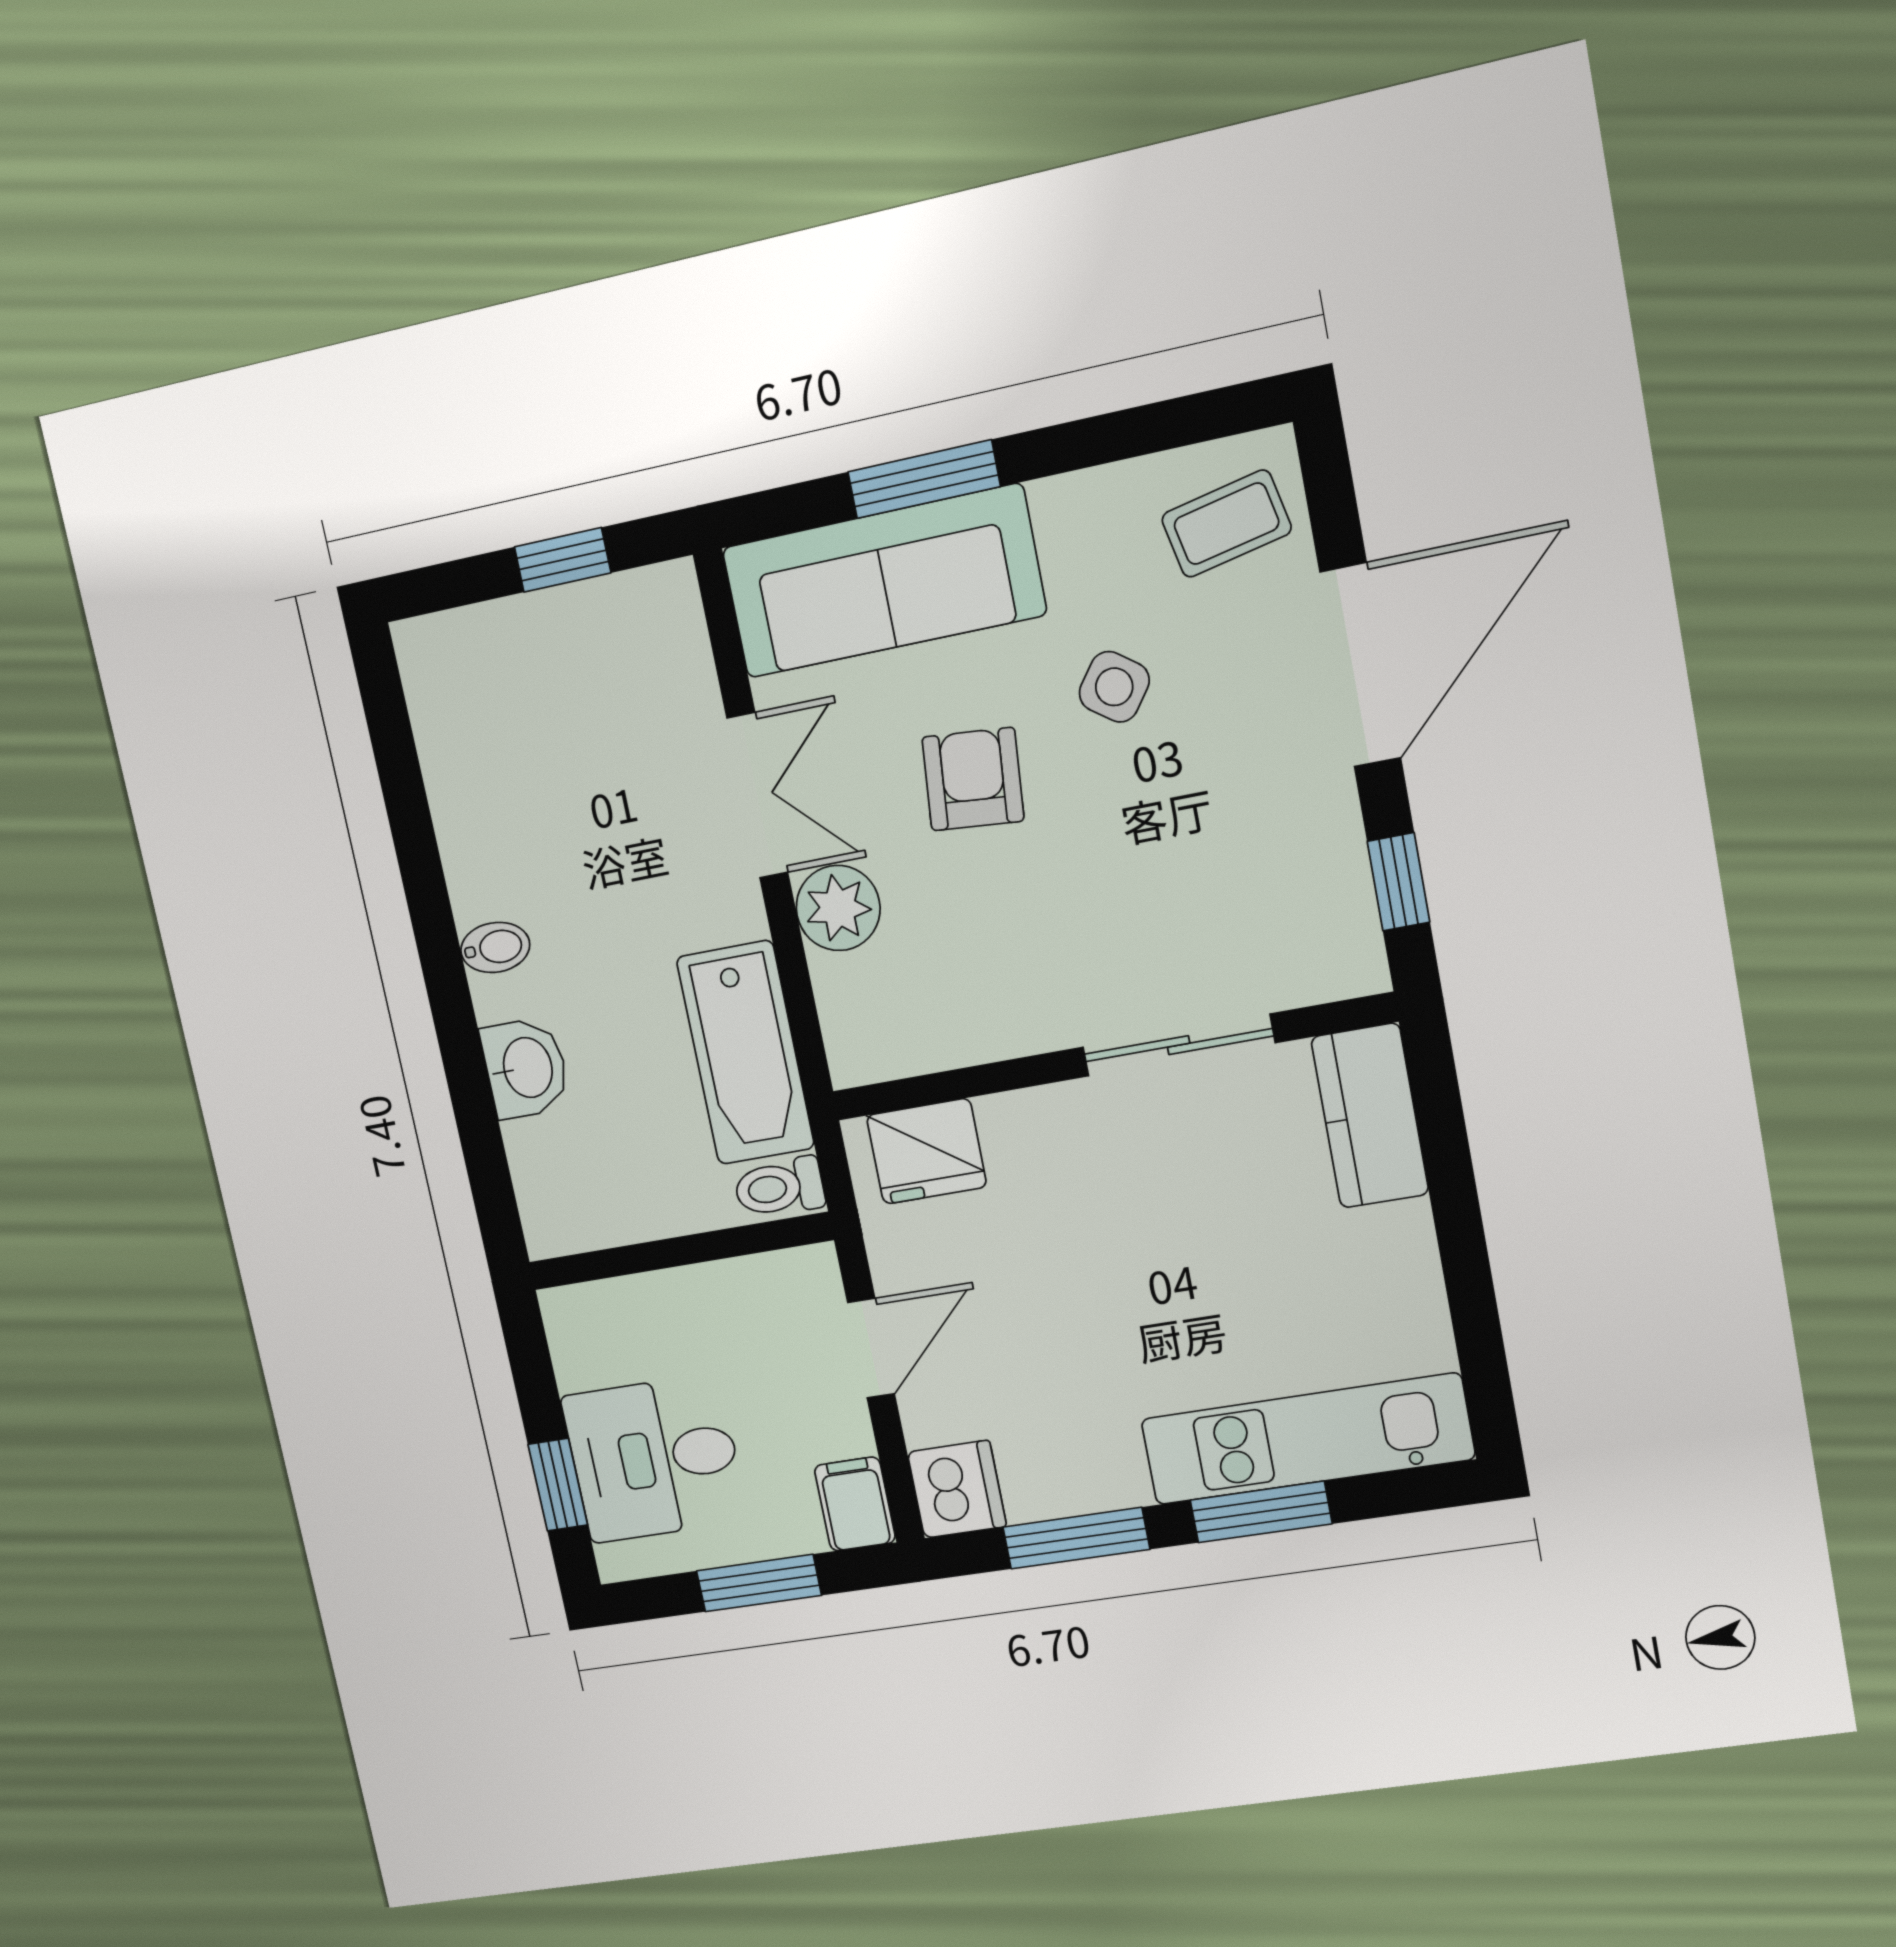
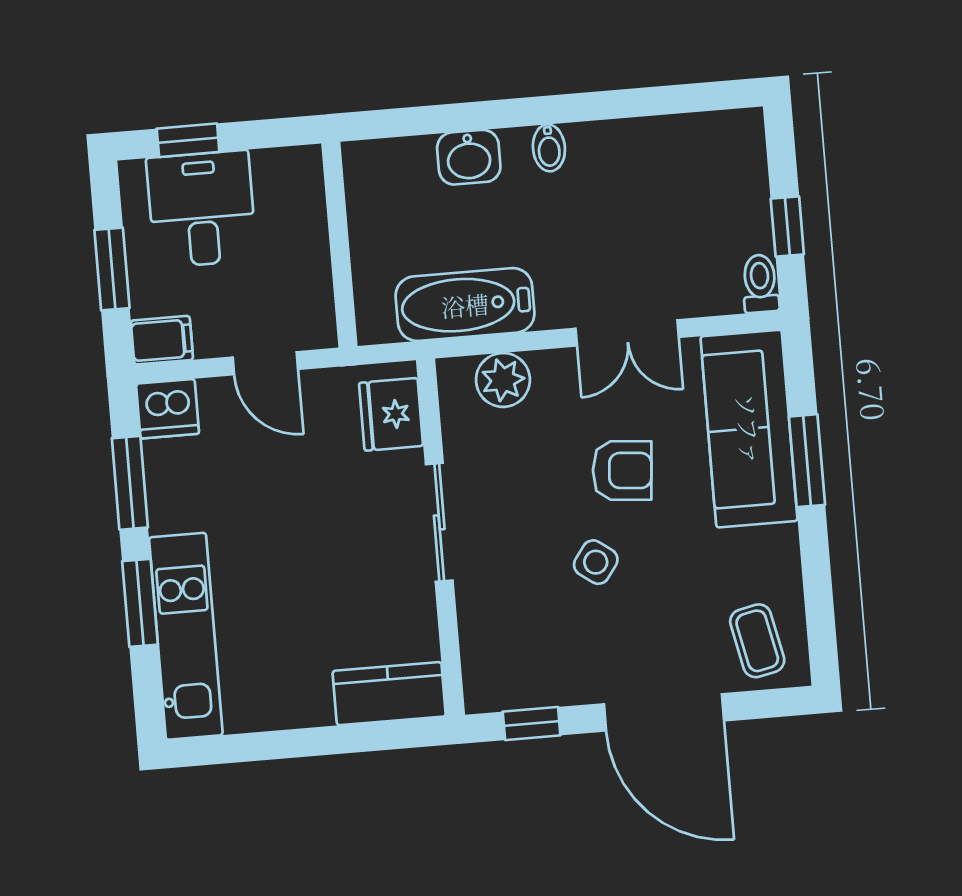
side table: (1114, 687) -> (596, 562), moved
plant: (838, 908) -> (503, 380), moved
sliding door: (1179, 1045) -> (439, 522), moved
toilet: (779, 1187) -> (760, 284), moved

